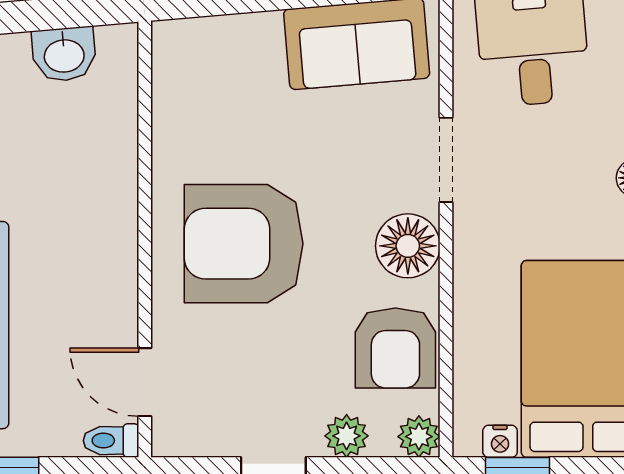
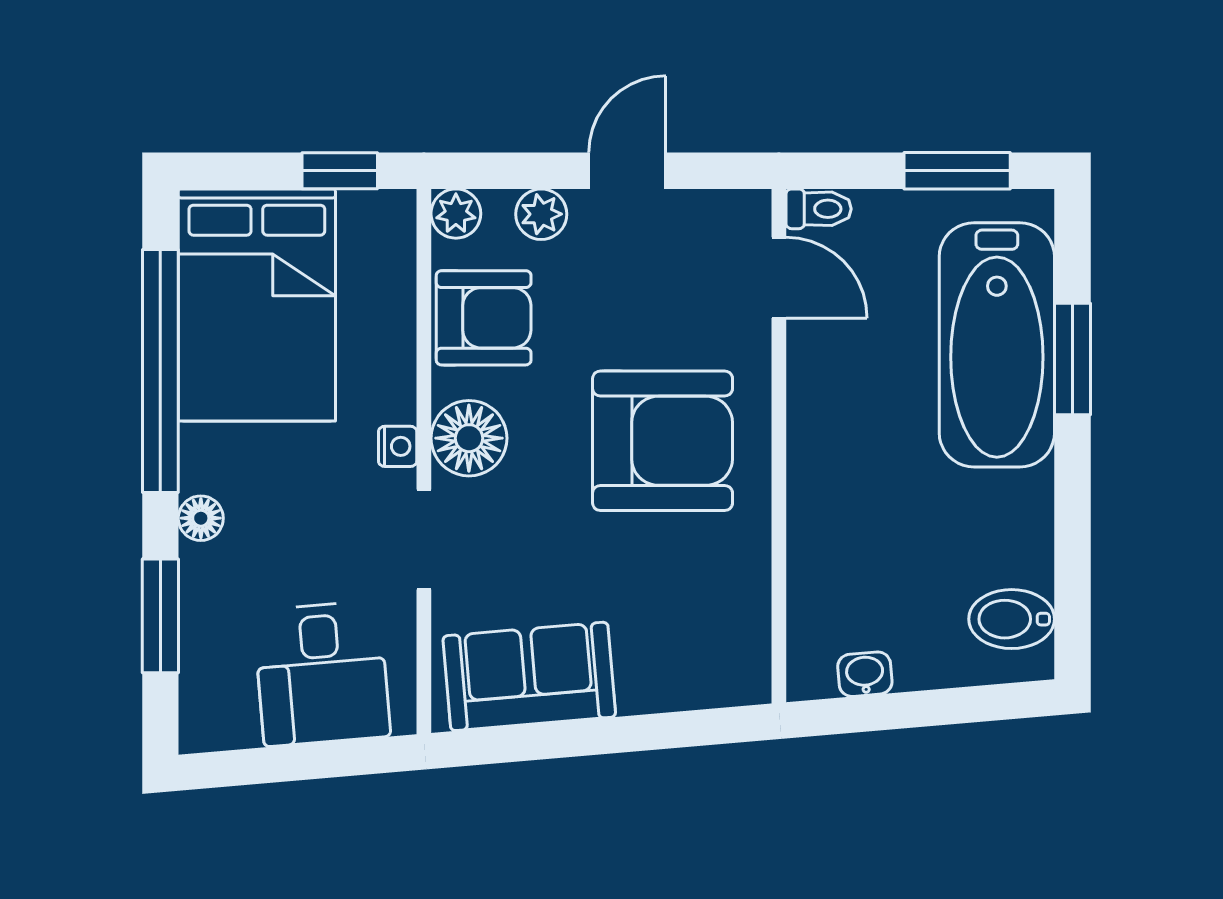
washbasin: (64, 54) -> (865, 674), width x0.72, depth x0.69
armchair: (395, 348) -> (484, 318), turned 90
nightstand: (500, 441) -> (398, 446), moved, turned 90

